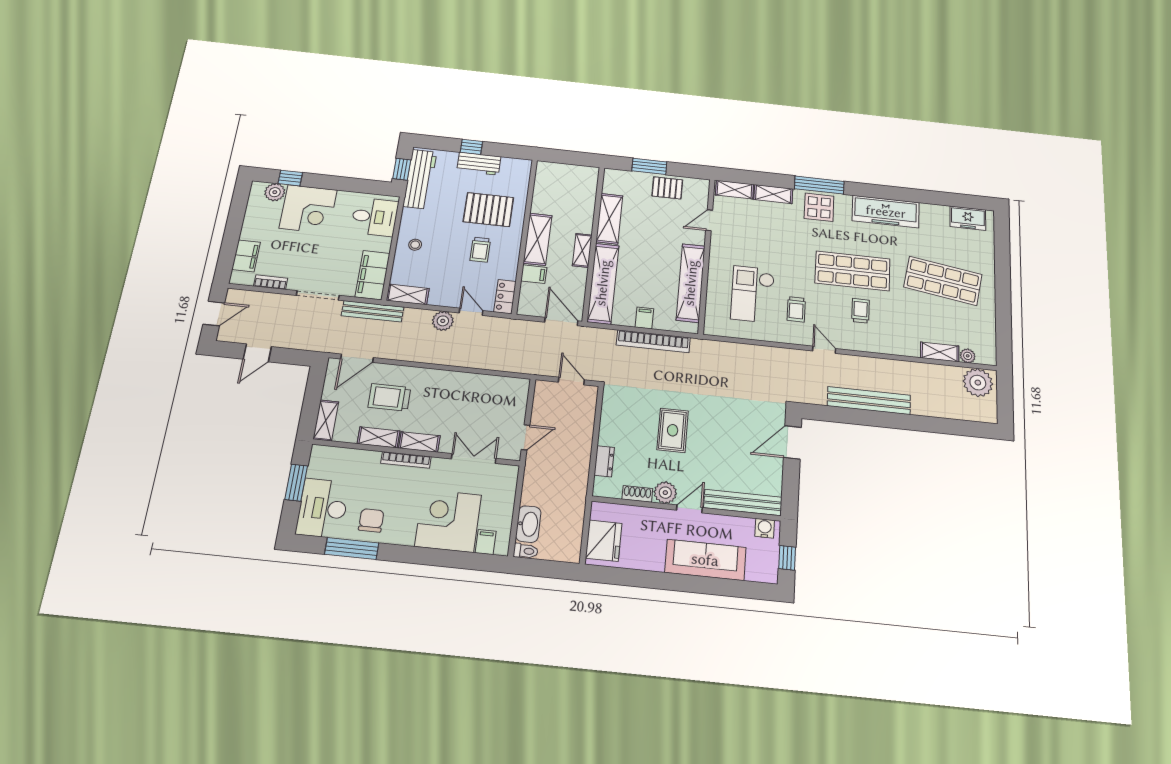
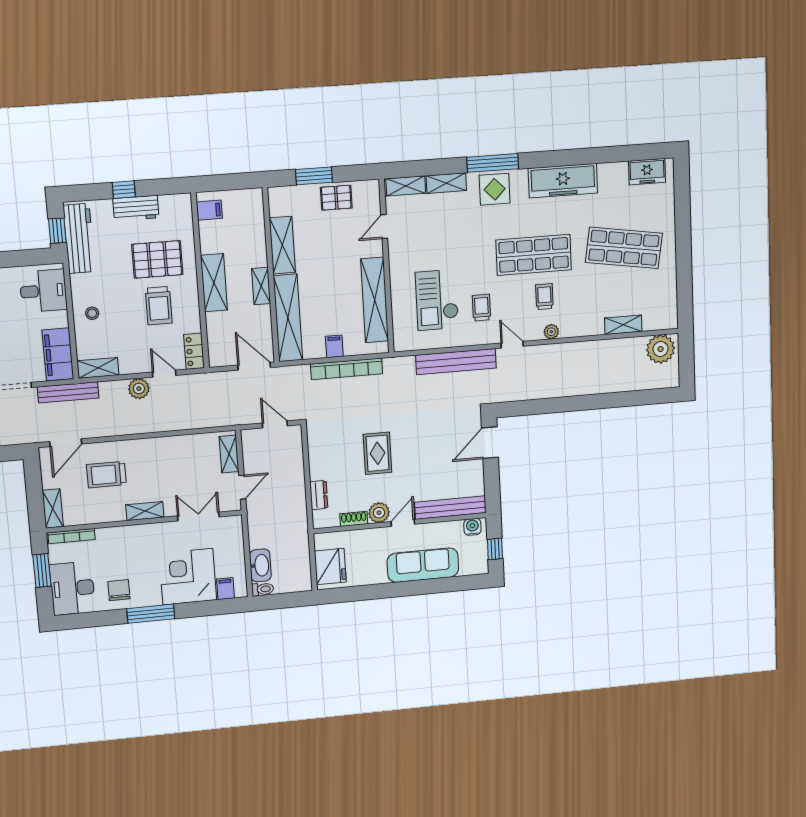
trolley: (480, 250) -> (159, 306), width x1.36, depth x1.39
filing cabinet: (534, 274) -> (209, 210), moved
trolley: (796, 309) -> (481, 308), turned 180
plant: (968, 356) -> (551, 332), moved
bench: (869, 401) -> (456, 362), moved
shelving: (378, 437) -> (229, 454), moved, turned 90
bookcase: (406, 460) -> (72, 536), moved
window: (352, 549) -> (151, 614), moved

